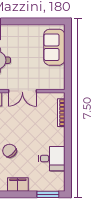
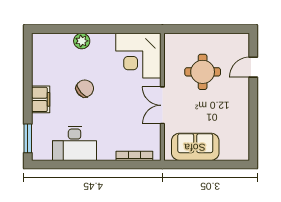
sofa: (54, 47) -> (195, 147), moved
desk: (52, 159) -> (75, 143), width x1.37

